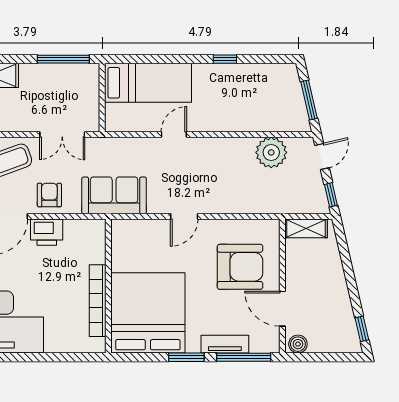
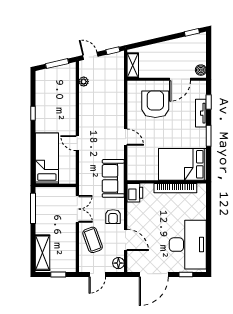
plant: (271, 152) -> (84, 82), width x0.53, depth x0.53
armchair: (49, 195) -> (113, 217), turned -90
printer: (47, 232) -> (135, 193), moved
bed: (148, 313) -> (182, 164), width x0.73
window: (244, 357) -> (209, 102), width x0.46

